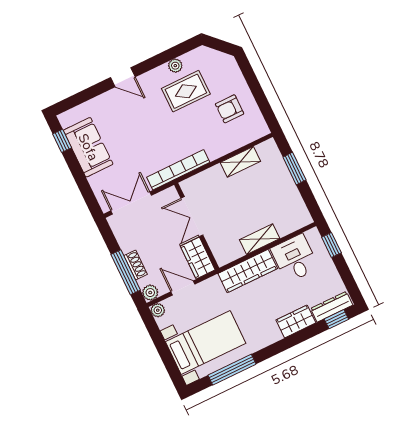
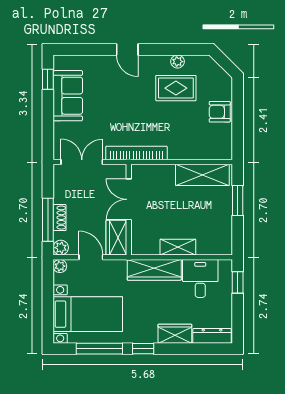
armchair: (230, 109) -> (220, 112), moved
shelving: (240, 162) -> (202, 175), width x1.50, depth x1.33
window: (336, 319) -> (143, 349), moved

